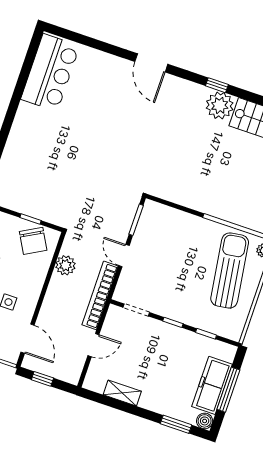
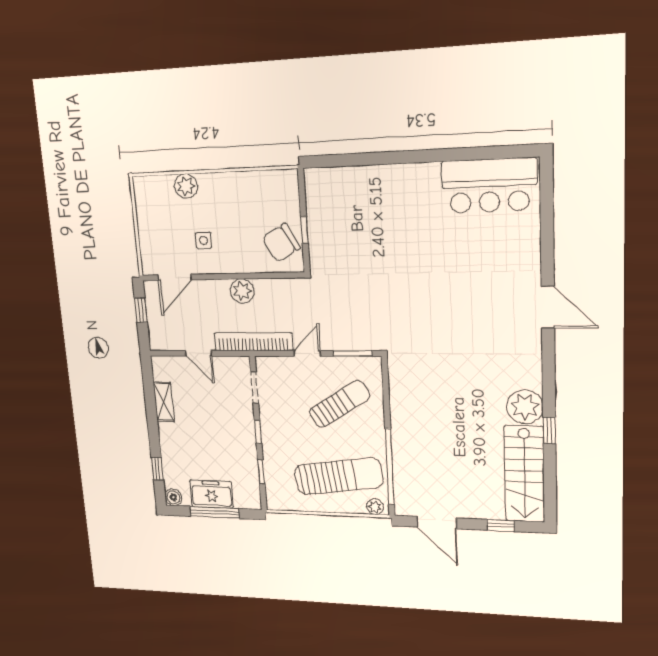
door: (151, 63) -> (548, 307), swing flipped
window: (217, 85) -> (549, 430), moved
sun lounger: (172, 246) -> (339, 404), added
plant: (65, 265) -> (242, 291), moved
freezer: (212, 385) -> (211, 494), width x0.71
window: (176, 424) -> (157, 469), width x0.67

